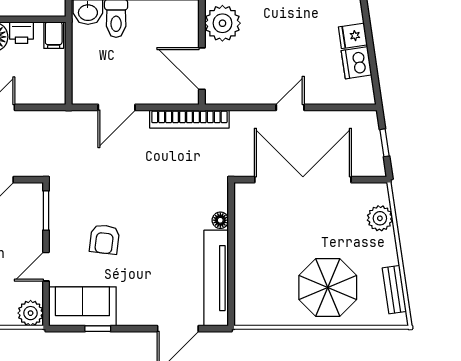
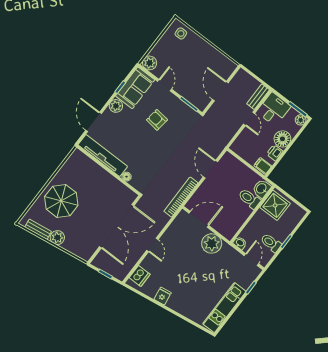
dishwasher: (356, 63) -> (140, 276), moved, turned 98
plant: (380, 218) -> (57, 238), moved
plant: (130, 314) -> (116, 106), added

